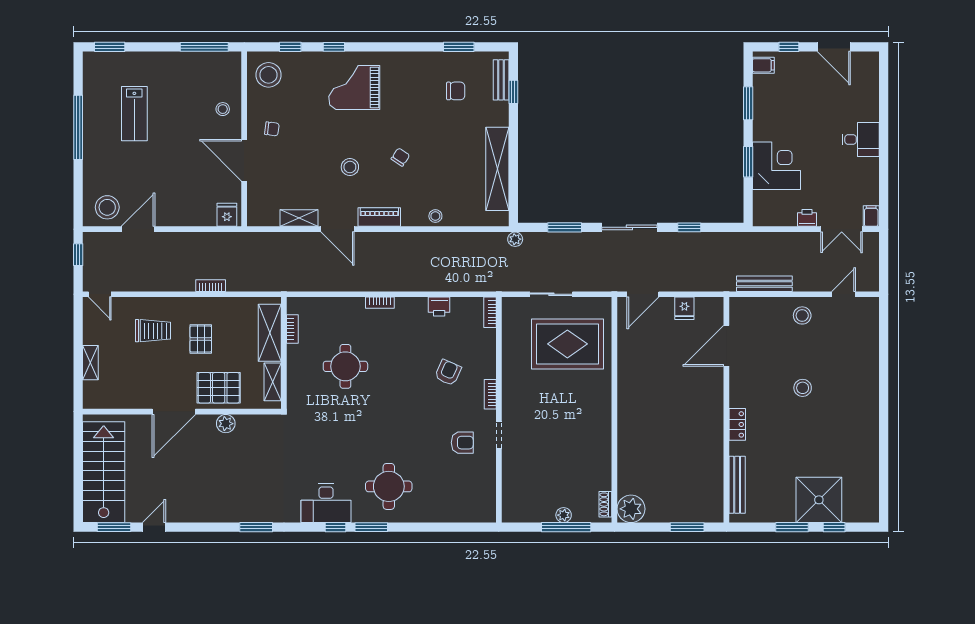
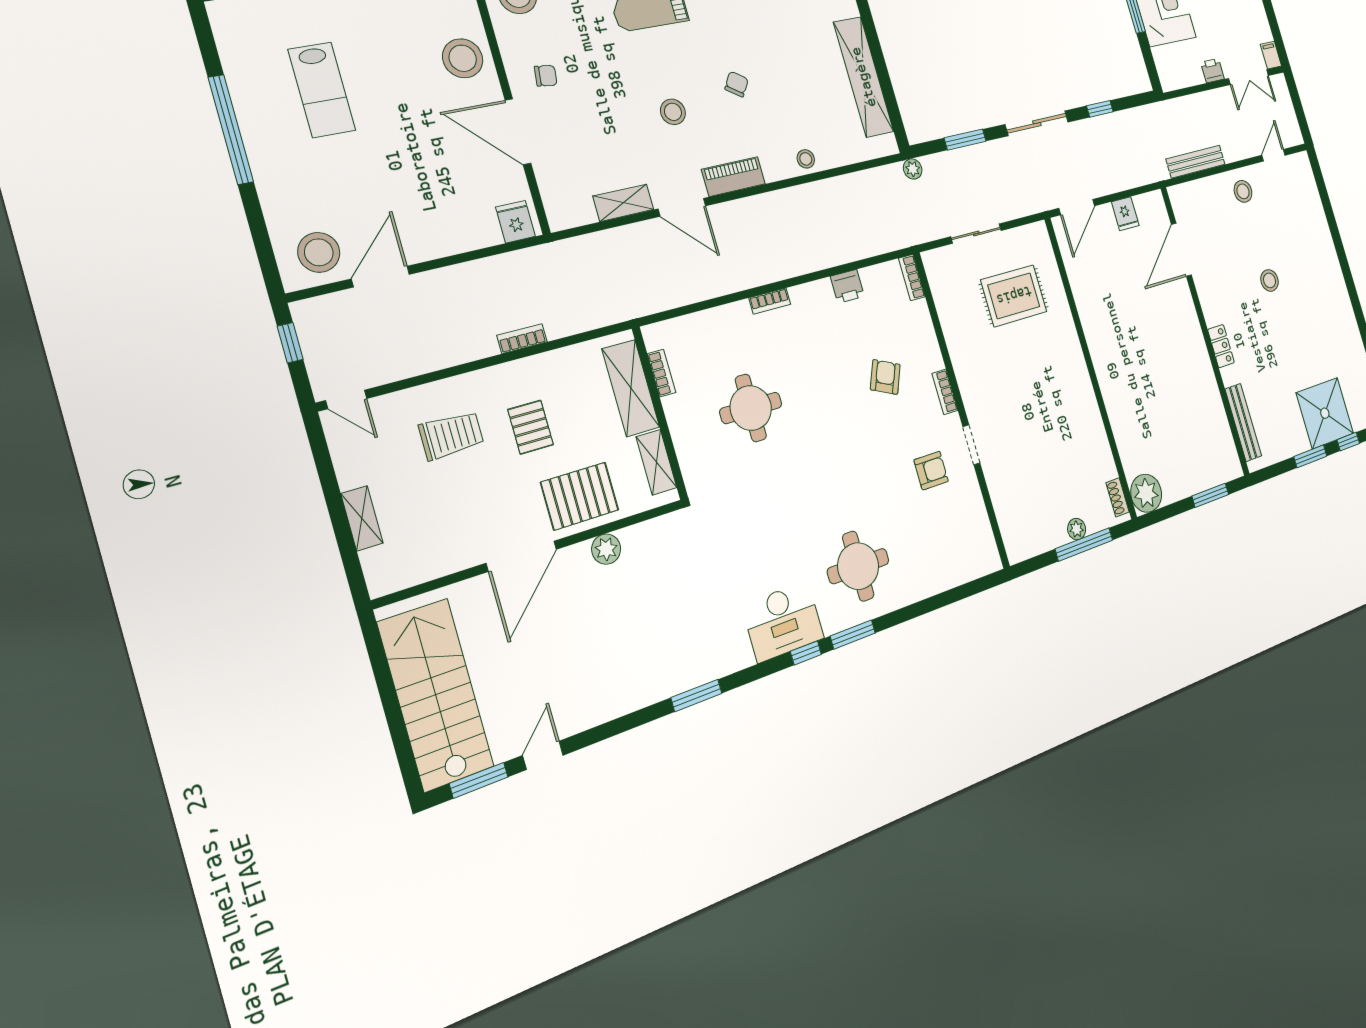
stool: (223, 109) -> (463, 58), width x1.89, depth x1.89
rug: (567, 344) -> (1014, 296), width x0.73, depth x0.69

